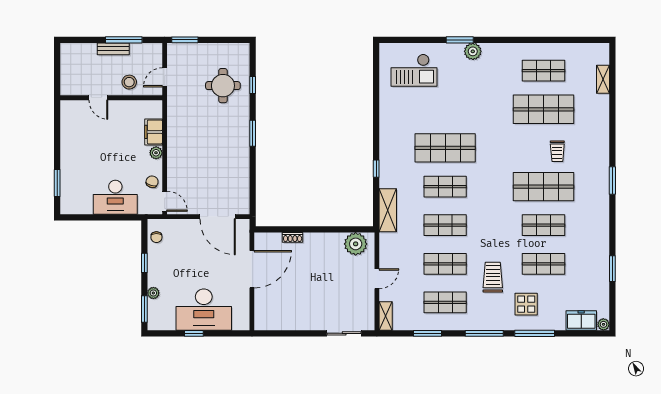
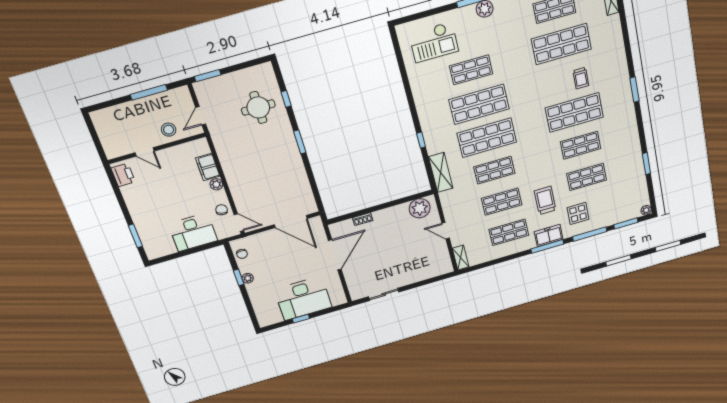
bench: (113, 49) -> (142, 104), removed
shop shelf: (445, 109) -> (471, 70), added
printer: (69, 115) -> (123, 175), added
shop shelf: (445, 187) -> (487, 138), width x1.43, depth x1.36
door: (377, 279) -> (446, 231), swing flipped
plant: (153, 293) -> (248, 278), moved
window: (144, 309) -> (252, 313), removed
freezer: (581, 320) -> (549, 236), moved
sliding door: (344, 333) -> (384, 294), moved
window: (427, 333) -> (626, 223), moved

